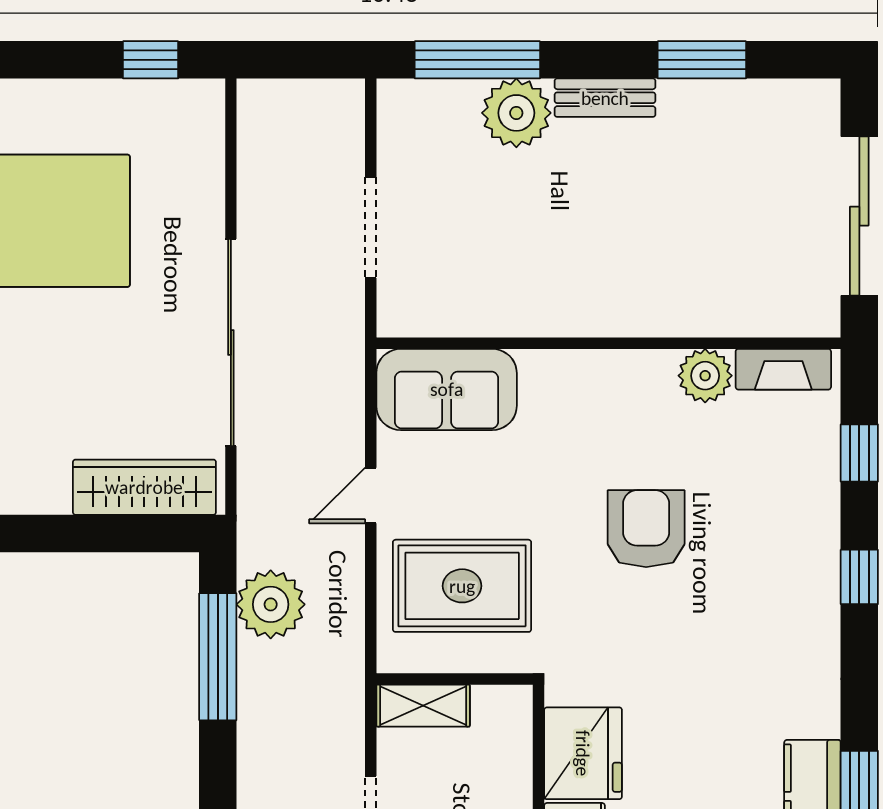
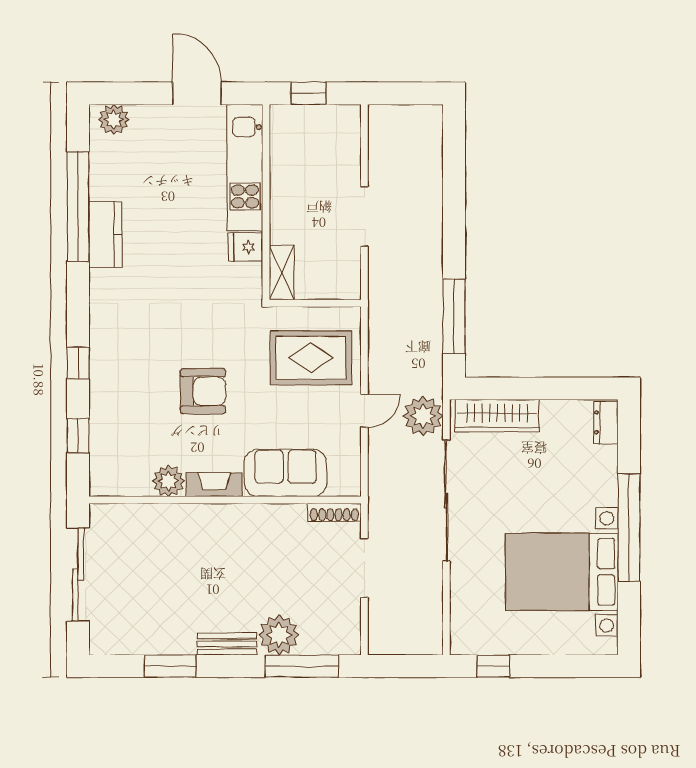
shoe rack: (422, 322) -> (334, 512), added
fireplace: (783, 369) -> (214, 485), moved
sofa: (447, 389) -> (286, 473), moved
armchair: (646, 529) -> (203, 391), turned -90
plant: (271, 604) -> (423, 416), moved
shelving: (423, 706) -> (282, 273), moved, turned 90
fridge: (583, 753) -> (246, 247), width x0.53, depth x0.75

